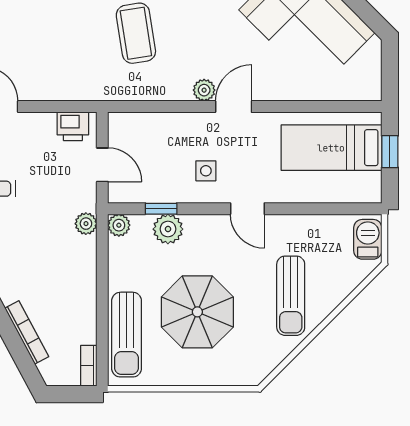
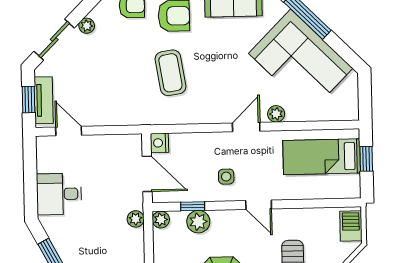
plant: (204, 90) -> (276, 114), moved
nightstand: (119, 125) -> (159, 143), added
printer: (73, 126) -> (124, 145), removed
door: (102, 165) -> (147, 174), width x1.38

